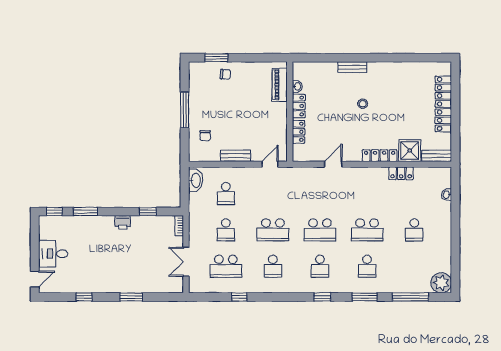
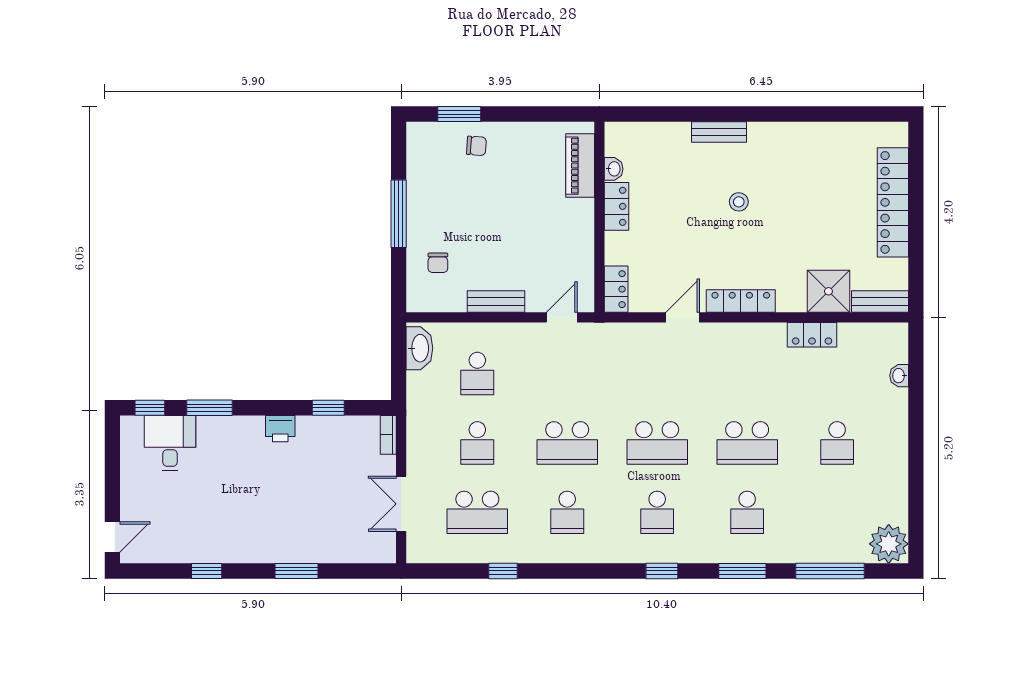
locker: (299, 132) -> (616, 289), moved
locker: (380, 156) -> (741, 301), moved
desk: (53, 254) -> (170, 443), moved, turned 90

